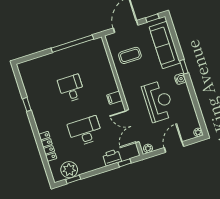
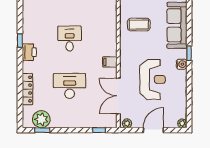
printer: (112, 158) -> (29, 52), moved, turned 90

